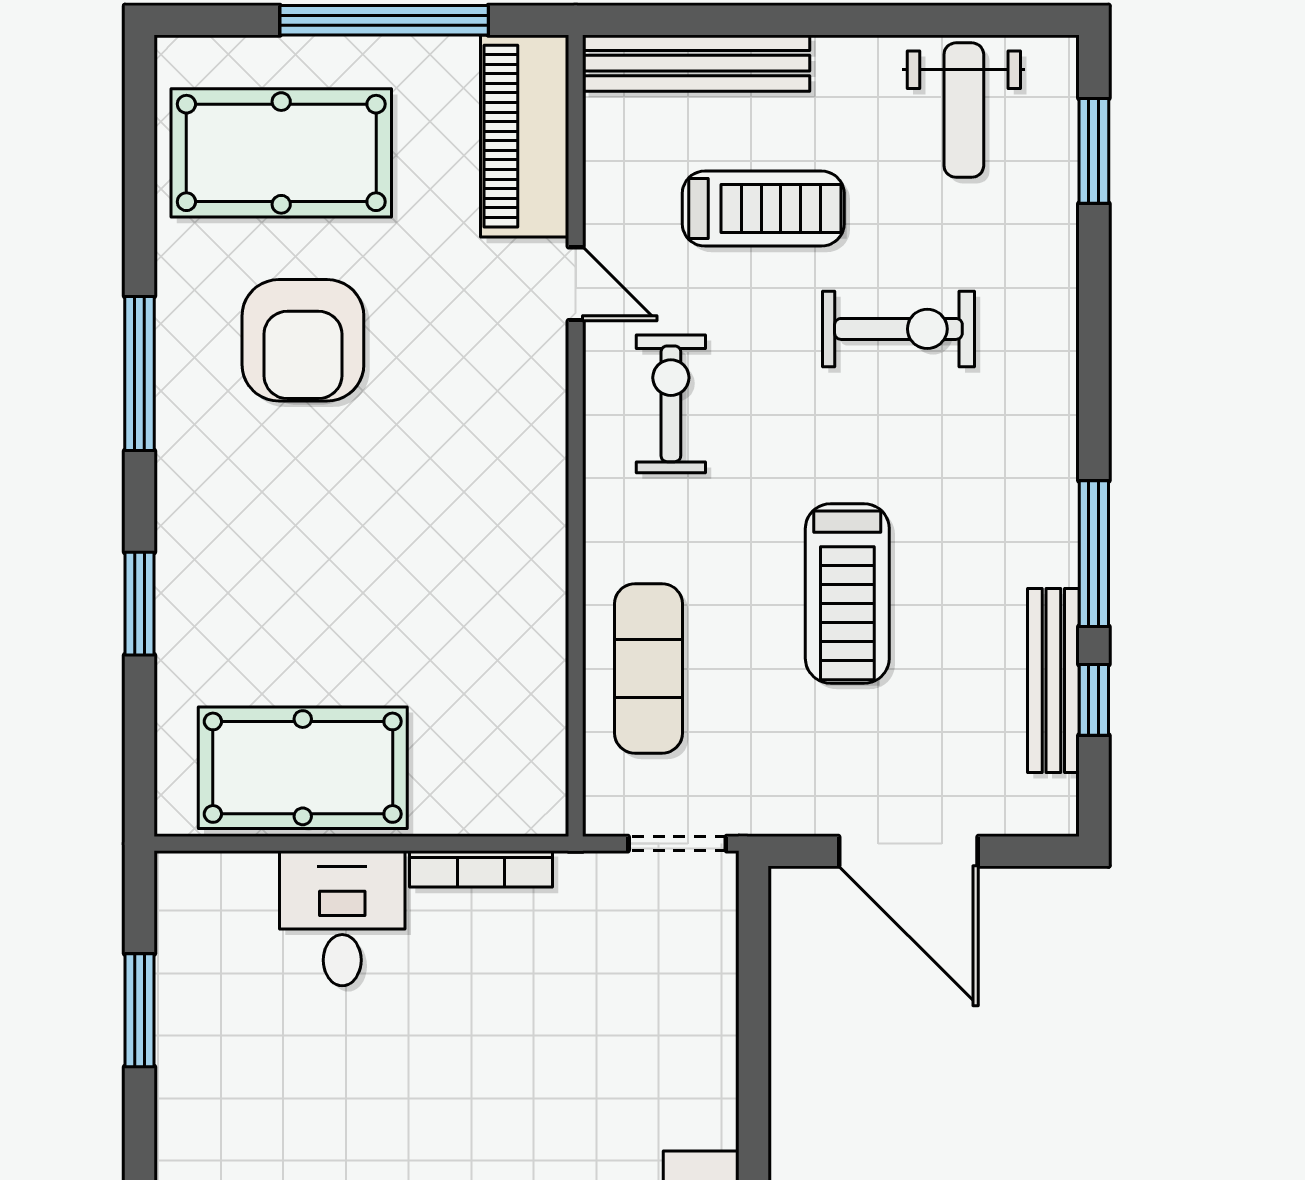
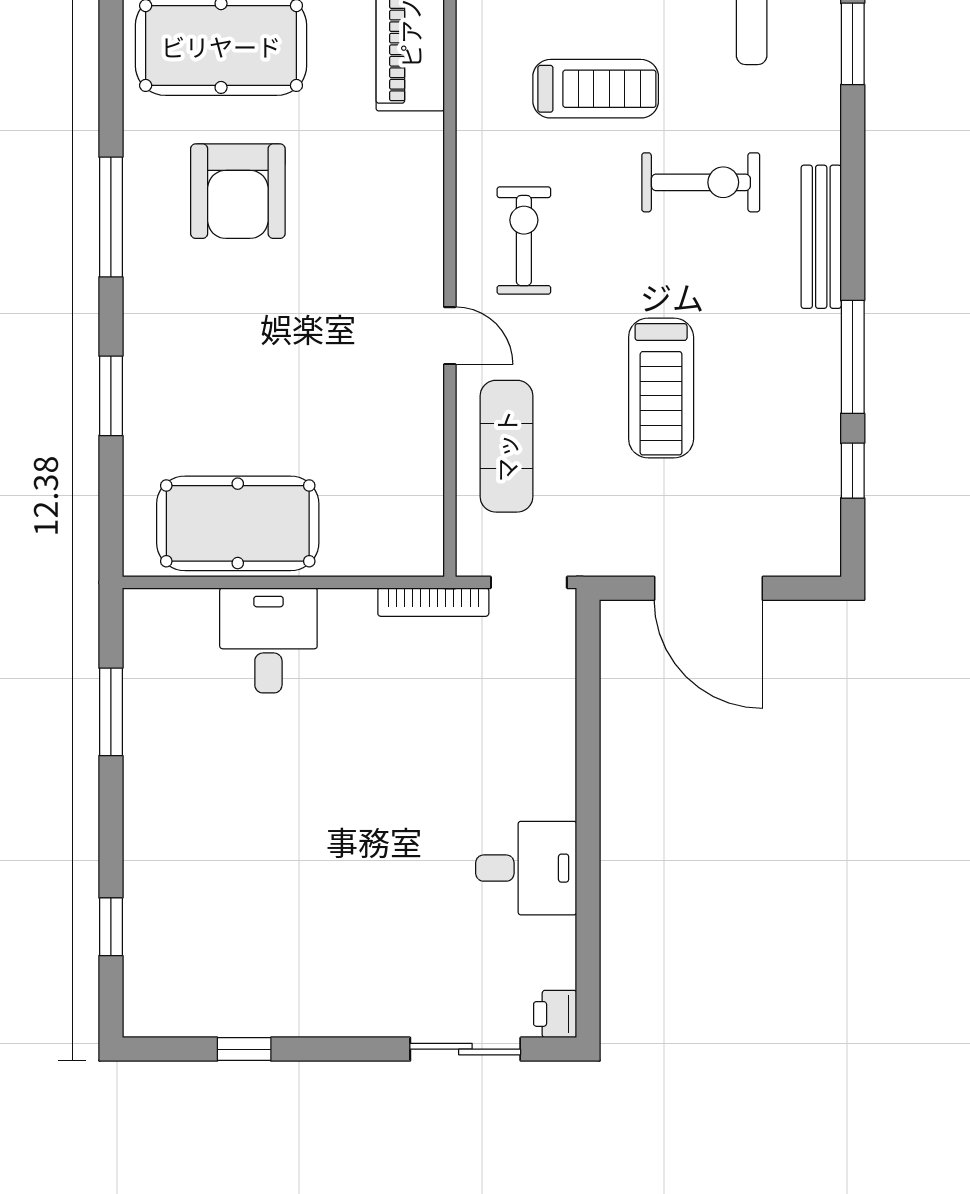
door: (576, 284) -> (450, 336), moved
bench: (1053, 680) -> (821, 237), moved
bookcase: (481, 869) -> (433, 602), moved

